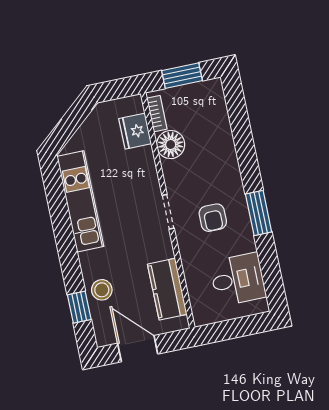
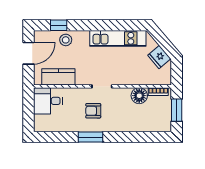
fridge: (135, 131) -> (159, 57), moved, turned -131
desk: (238, 279) -> (48, 101), moved, turned 90

